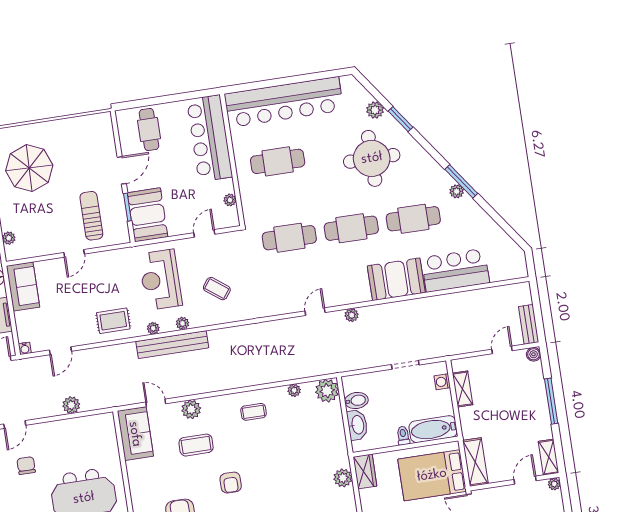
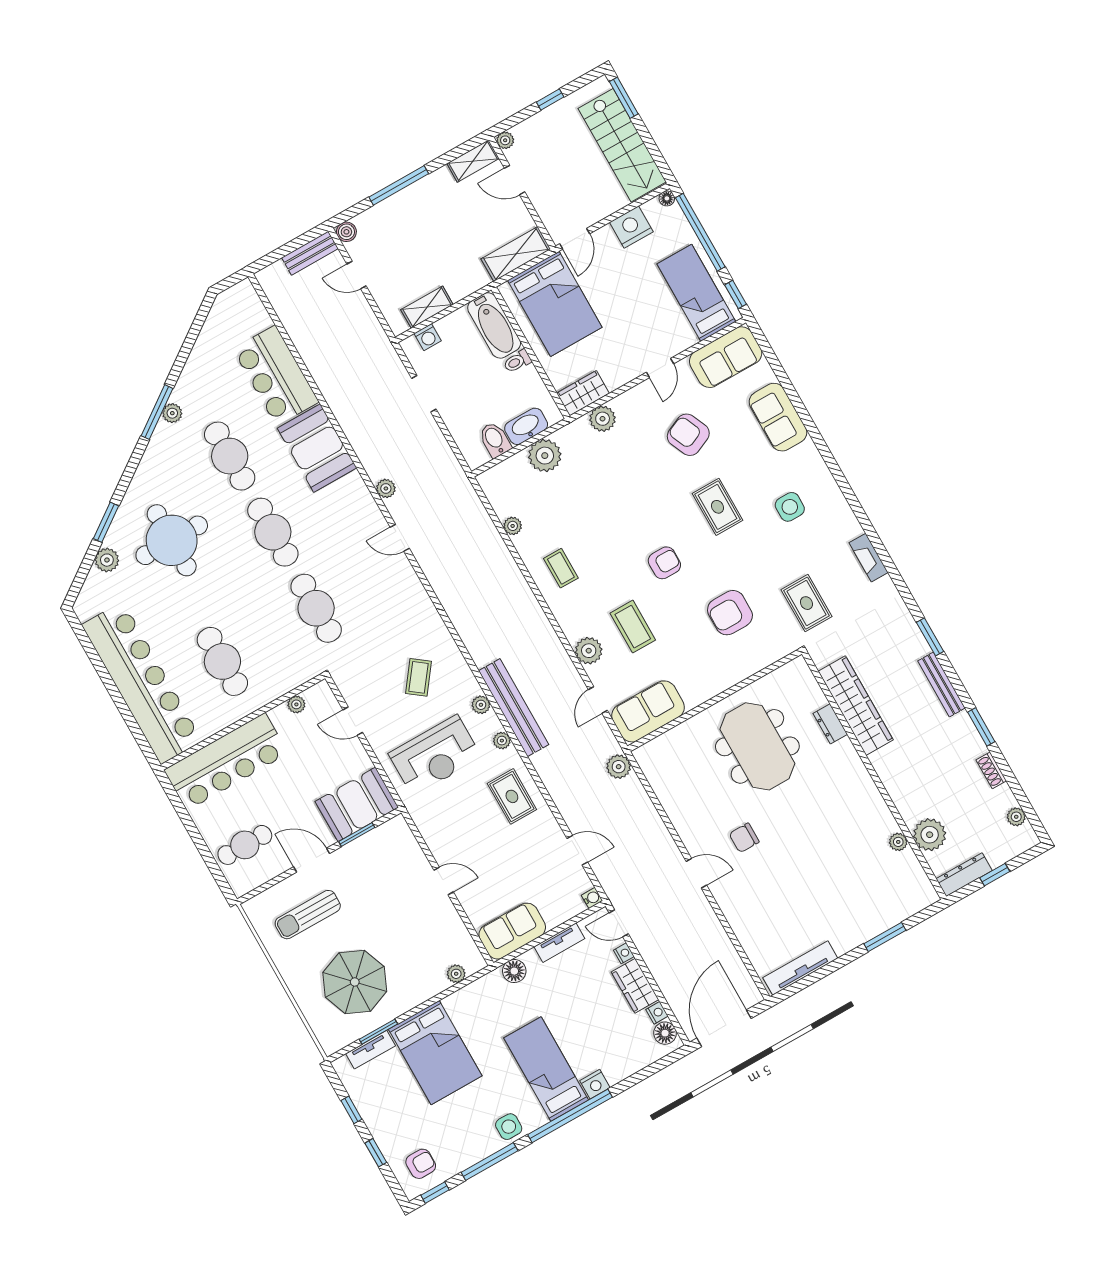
sun lounger: (91, 216) -> (308, 915), moved
plant: (327, 391) -> (545, 456), moved
plant: (71, 405) -> (619, 767), moved

